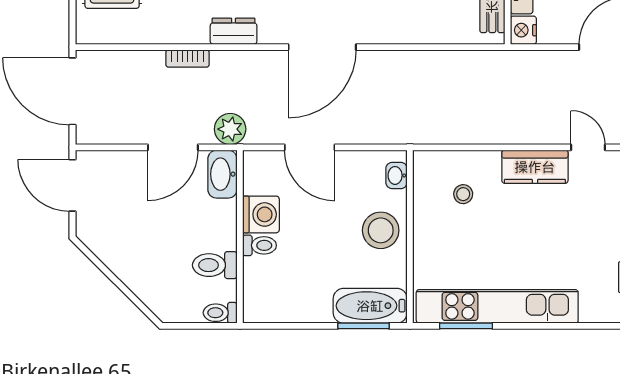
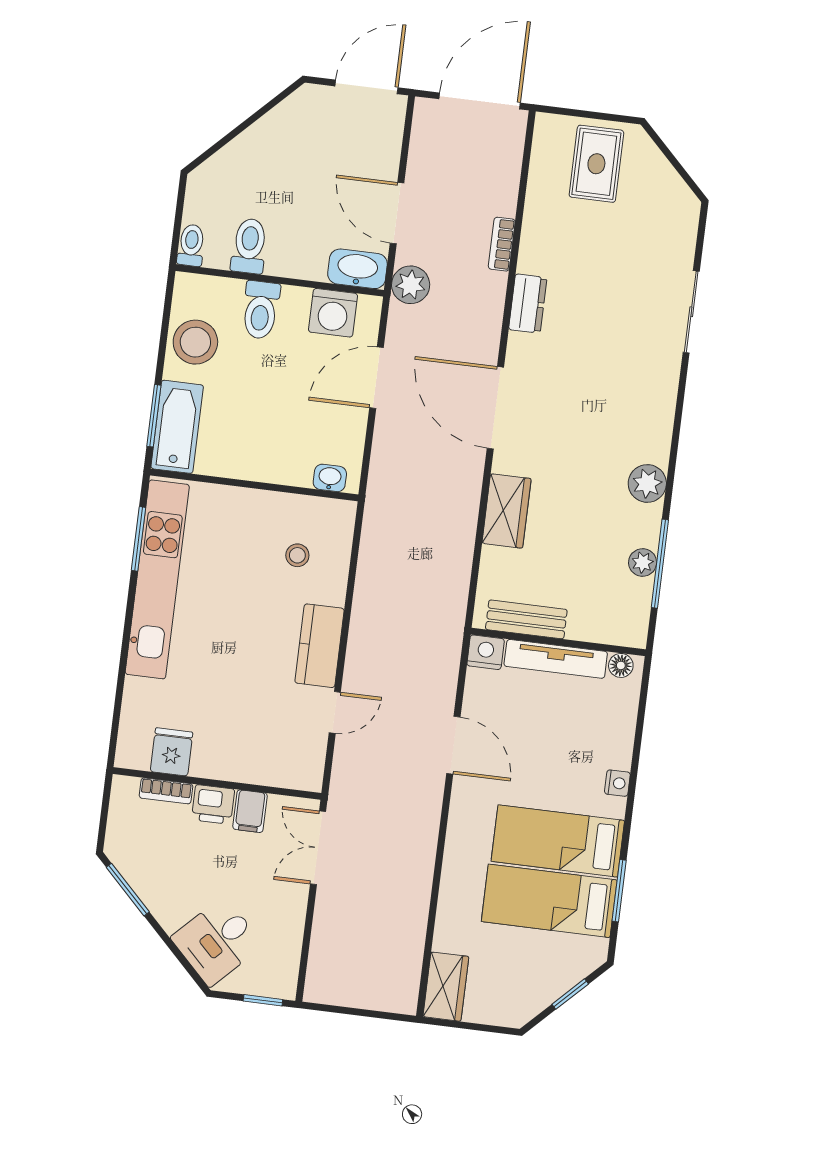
wardrobe: (405, 27) -> (507, 511), added
washing machine: (261, 214) -> (333, 313), moved
stool: (381, 230) -> (195, 342), moved
toilet: (259, 245) -> (261, 310), width x1.37, depth x1.39

